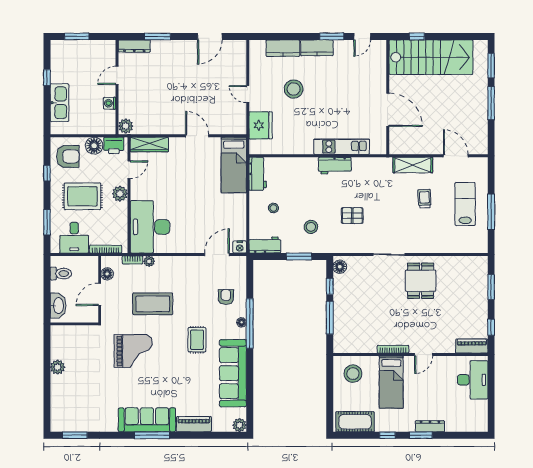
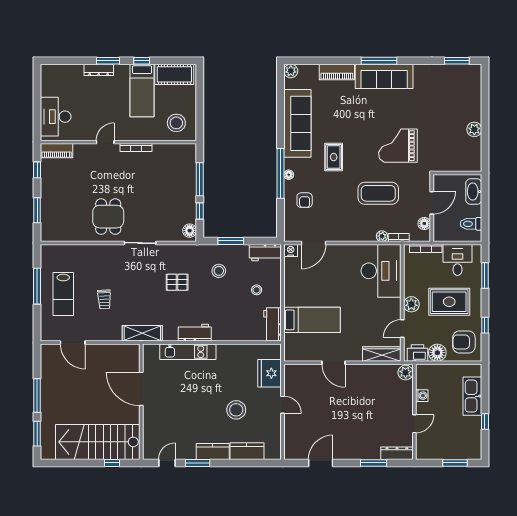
bed: (234, 165) -> (312, 320), moved, turned 90
shelving: (413, 165) -> (142, 333), moved
bed: (391, 382) -> (142, 90), moved, turned 180

